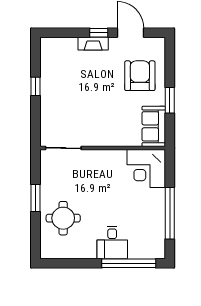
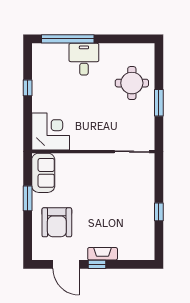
window: (170, 213) -> (28, 88), width x0.32

